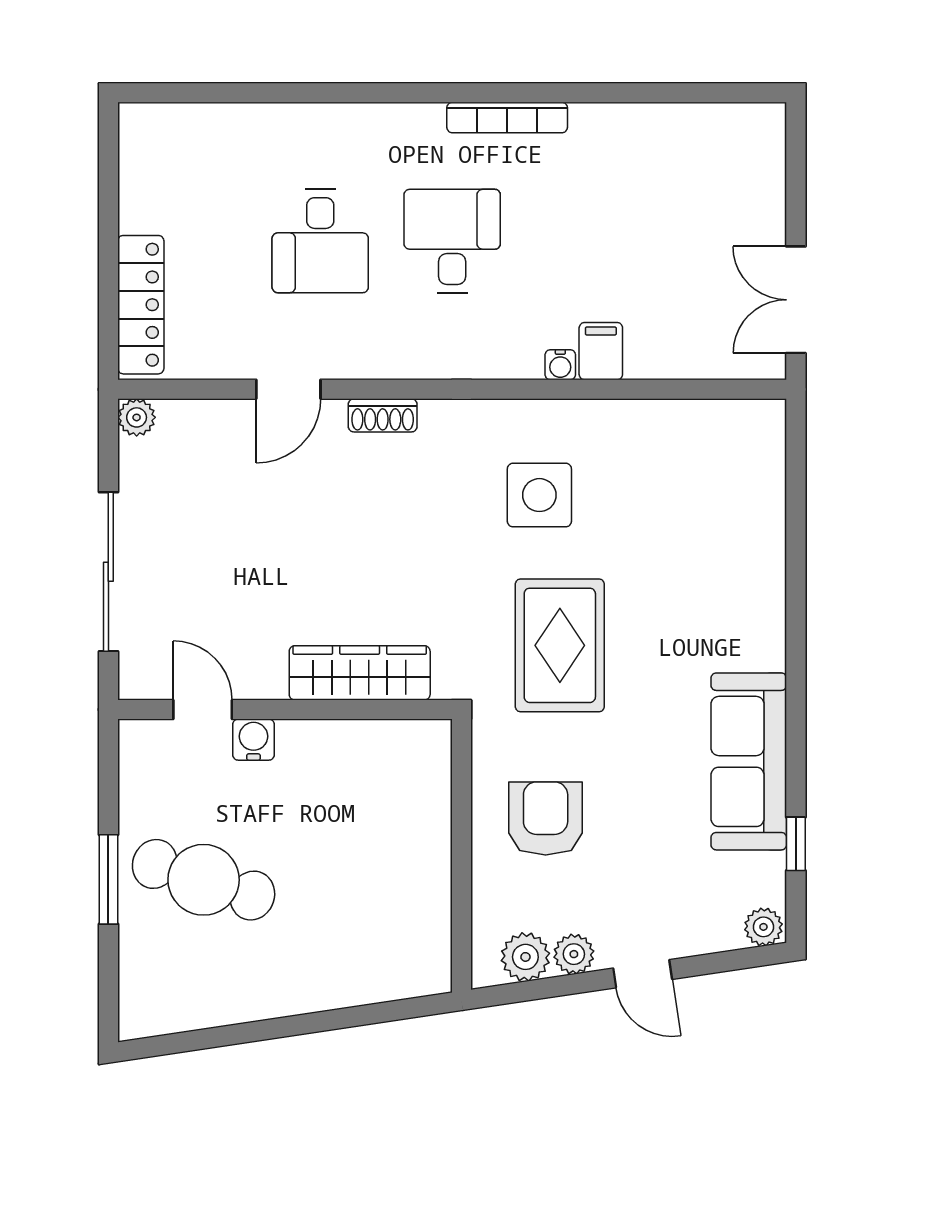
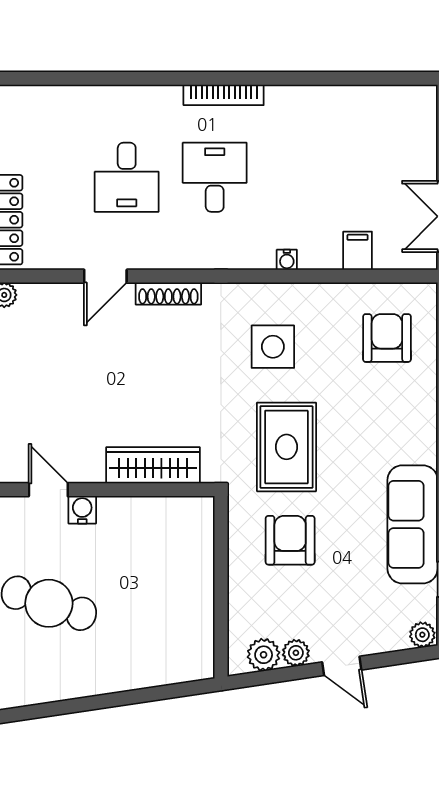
bookcase: (507, 118) -> (224, 95), moved
filing cabinet: (601, 351) -> (358, 251), moved
shoe rack: (383, 415) -> (168, 294), width x1.43
armchair: (710, 482) -> (387, 338), added
armchair: (546, 818) -> (290, 540), moved

